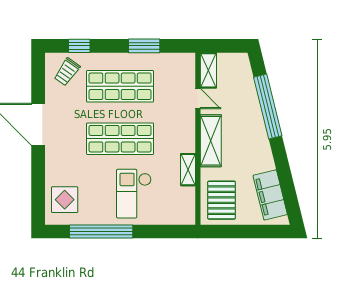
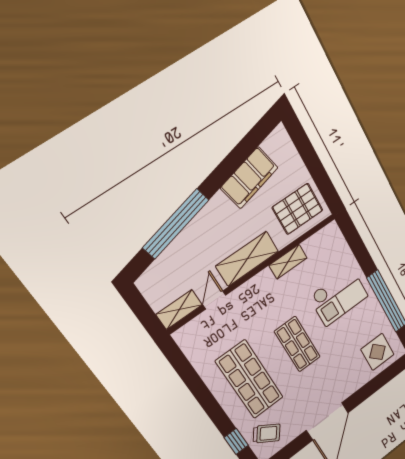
window: (144, 46) -> (197, 386), removed
shop shelf: (120, 139) -> (297, 344), width x0.70, depth x0.74
filing cabinet: (270, 195) -> (249, 178), moved

